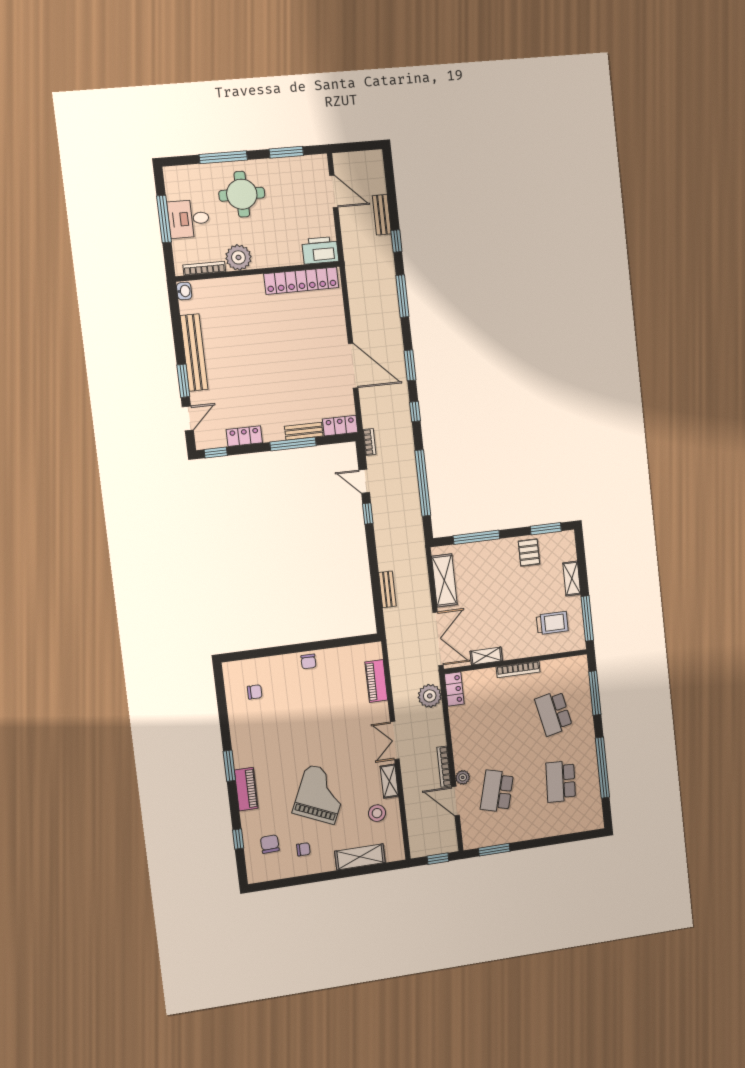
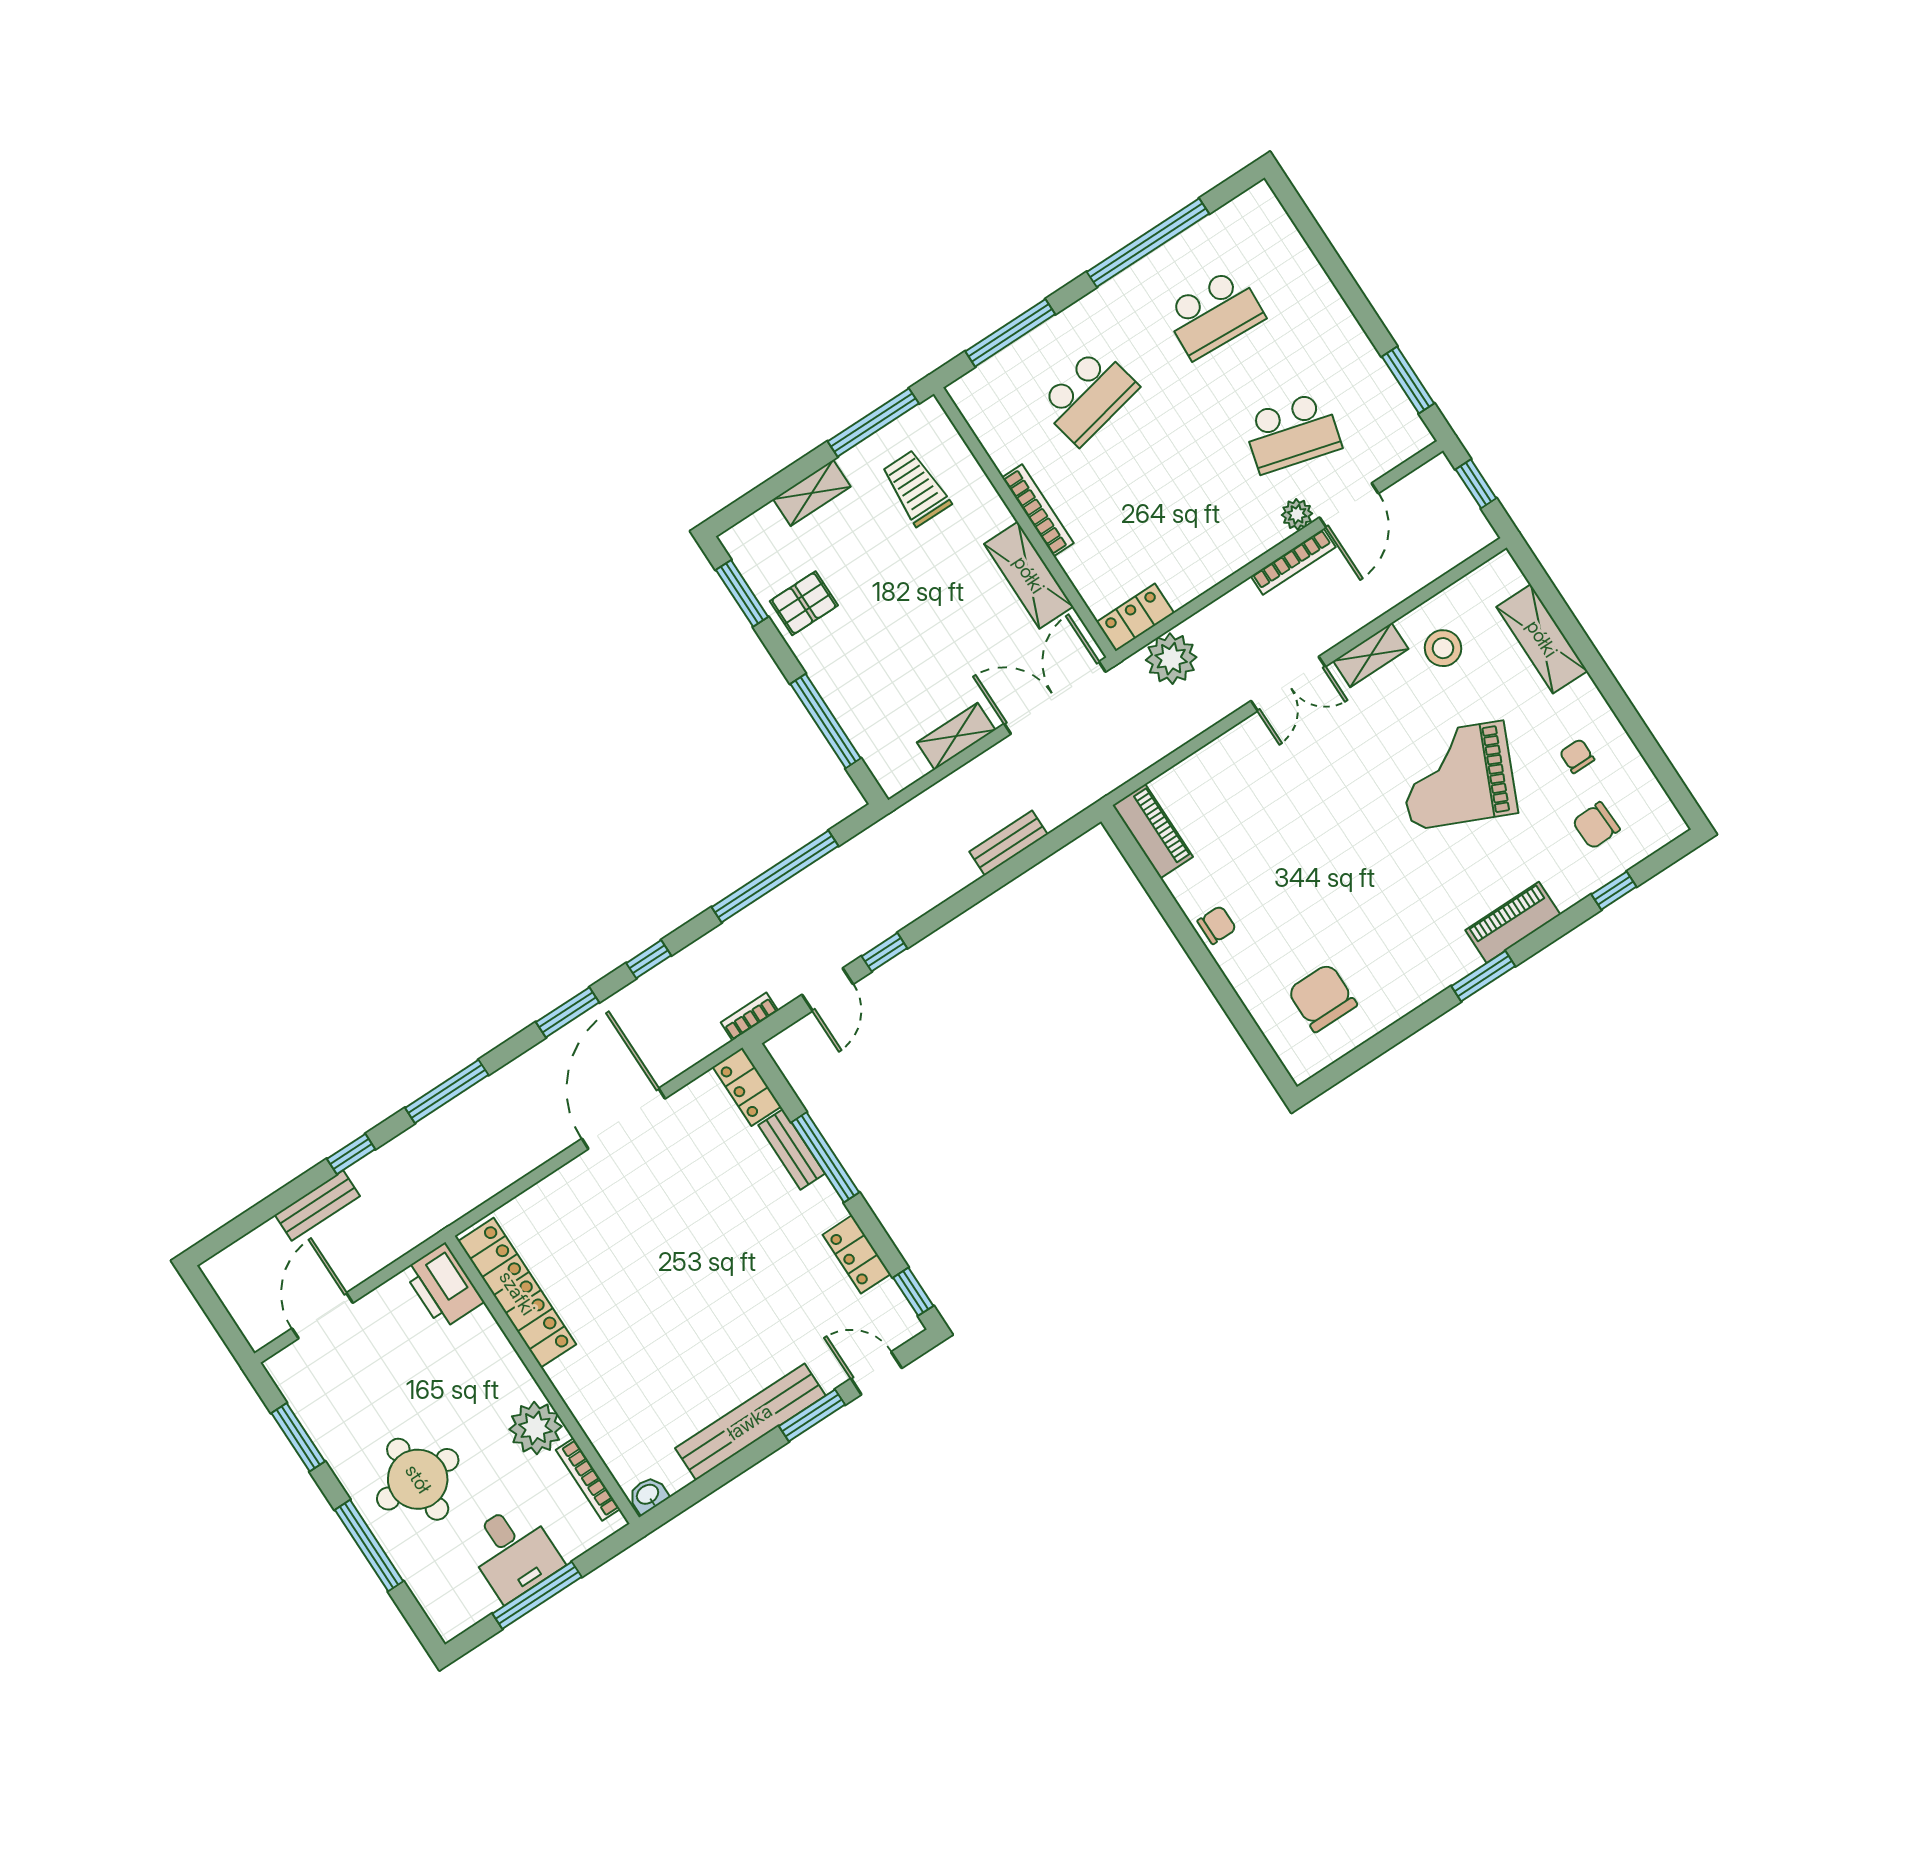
shelving: (444, 580) -> (956, 736), width x0.67, depth x0.75
shelving: (486, 656) -> (1029, 575), width x1.50, depth x1.33
piano: (376, 681) -> (1153, 831), moved, turned -90
chair: (255, 692) -> (1322, 998), width x1.87, depth x1.87

